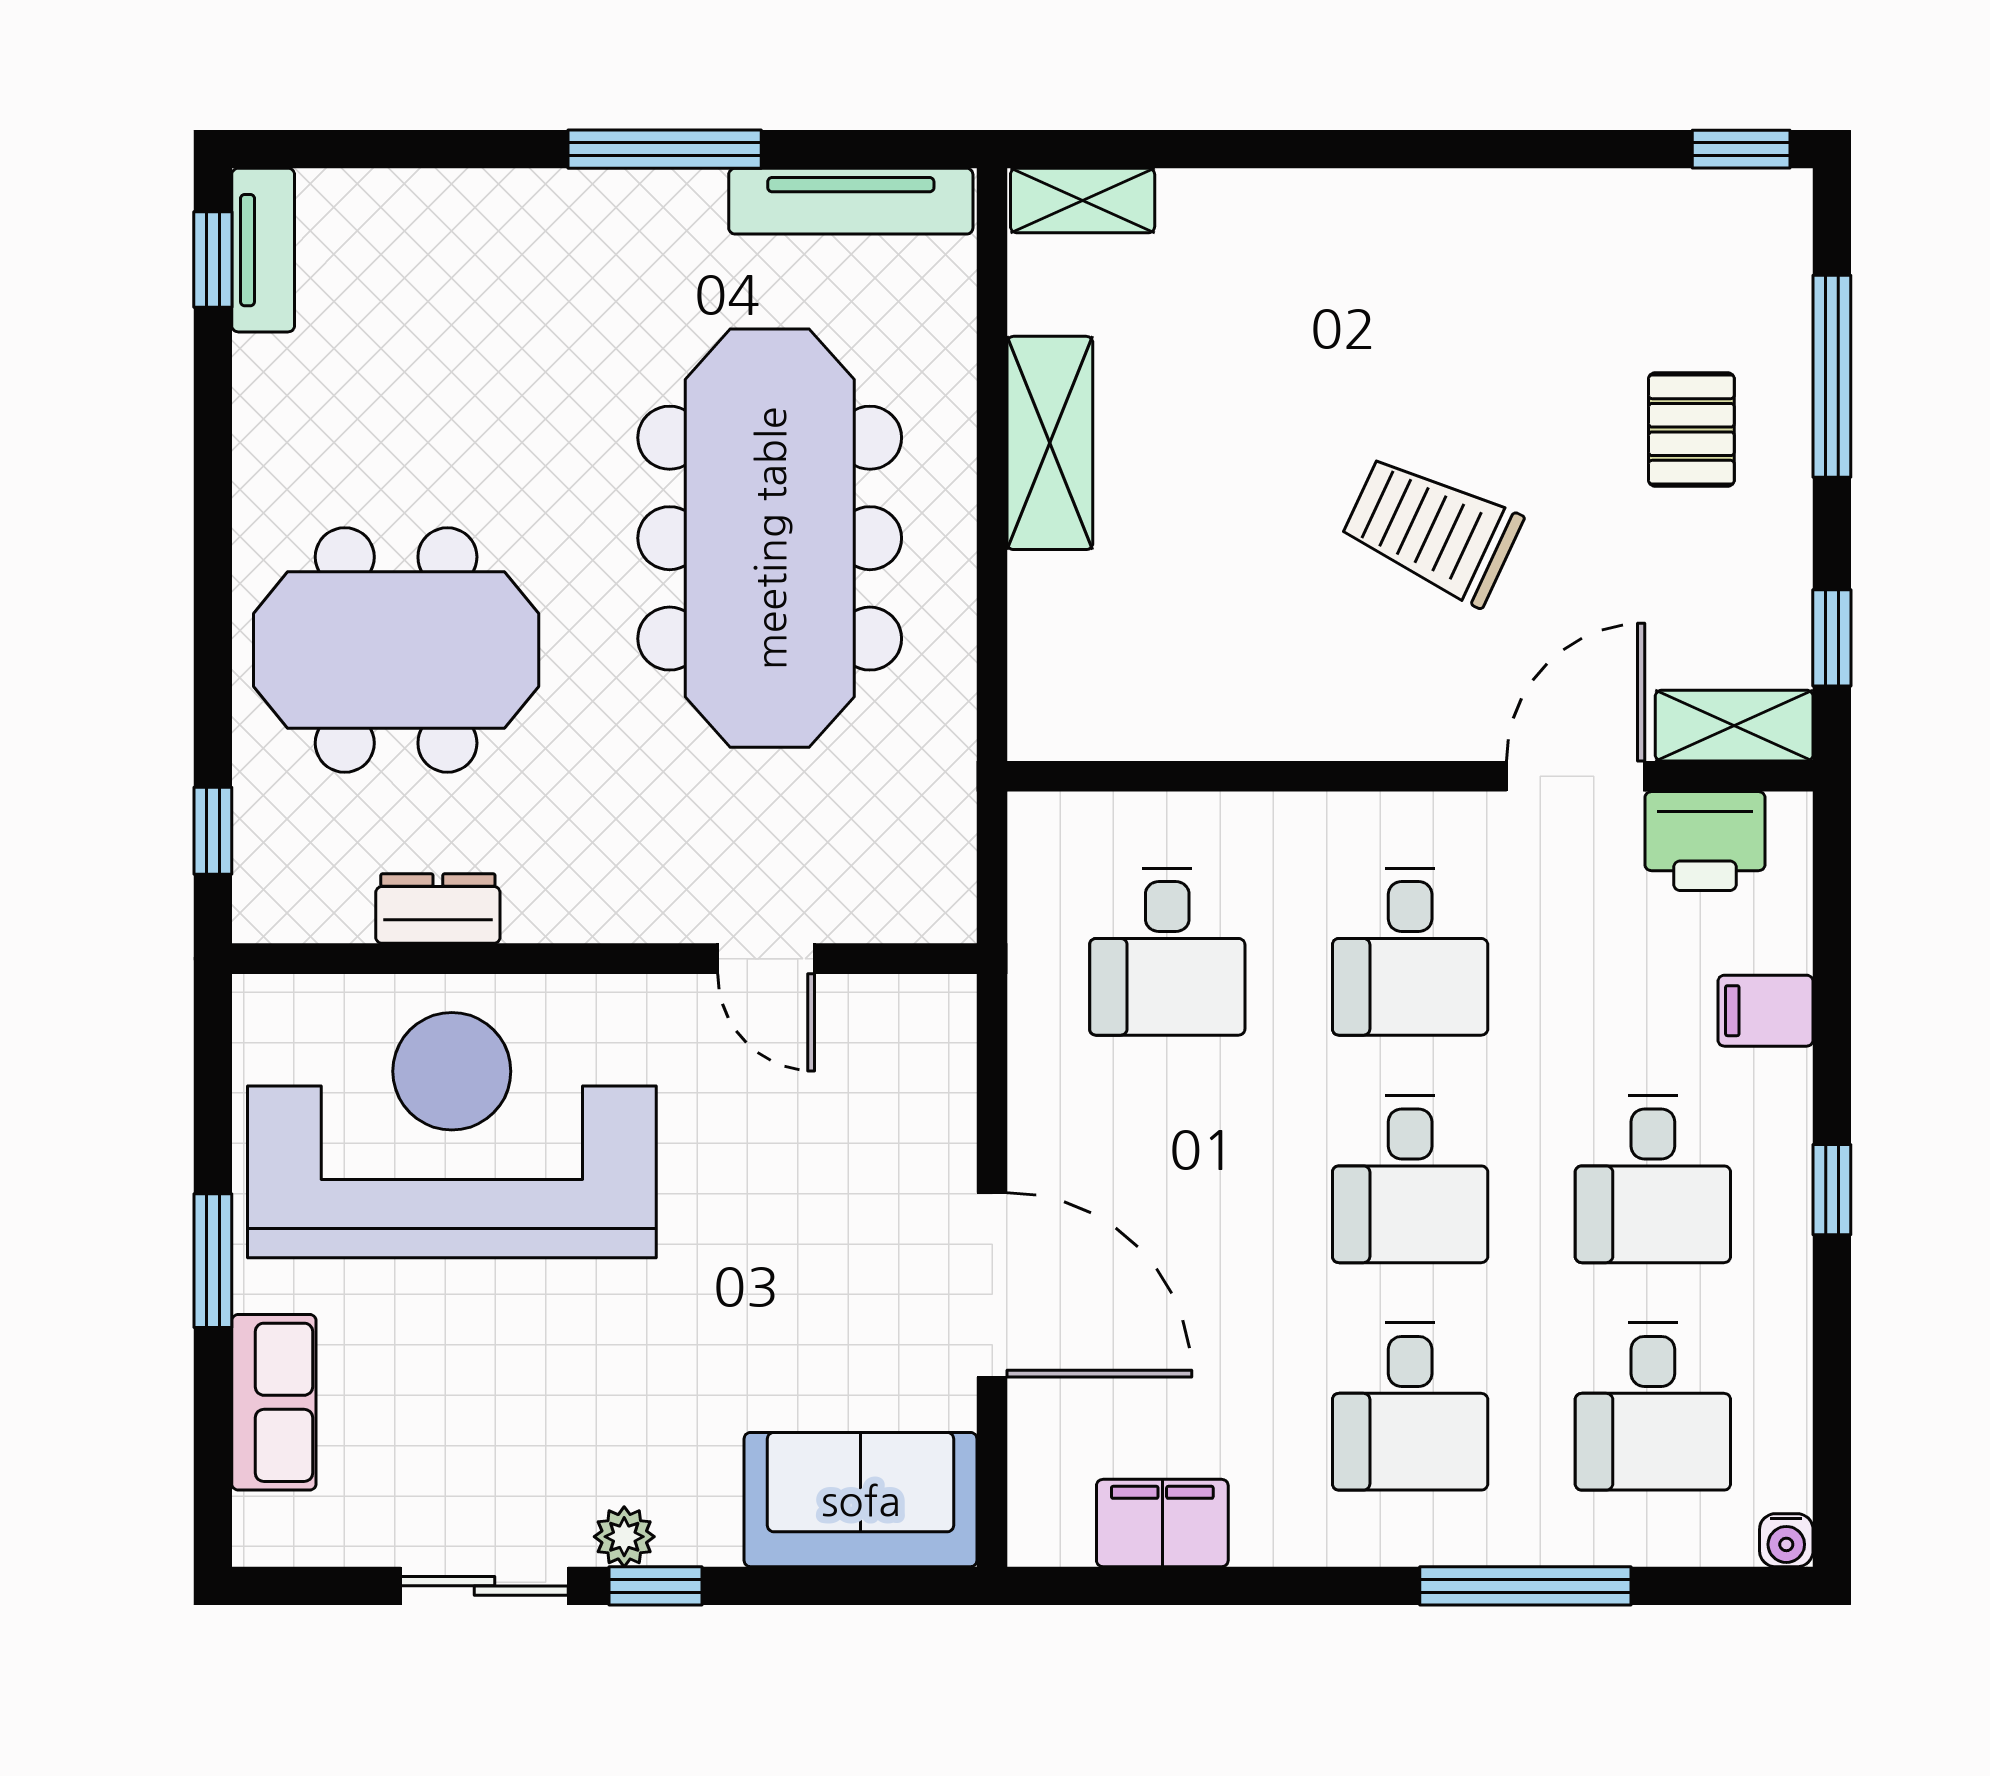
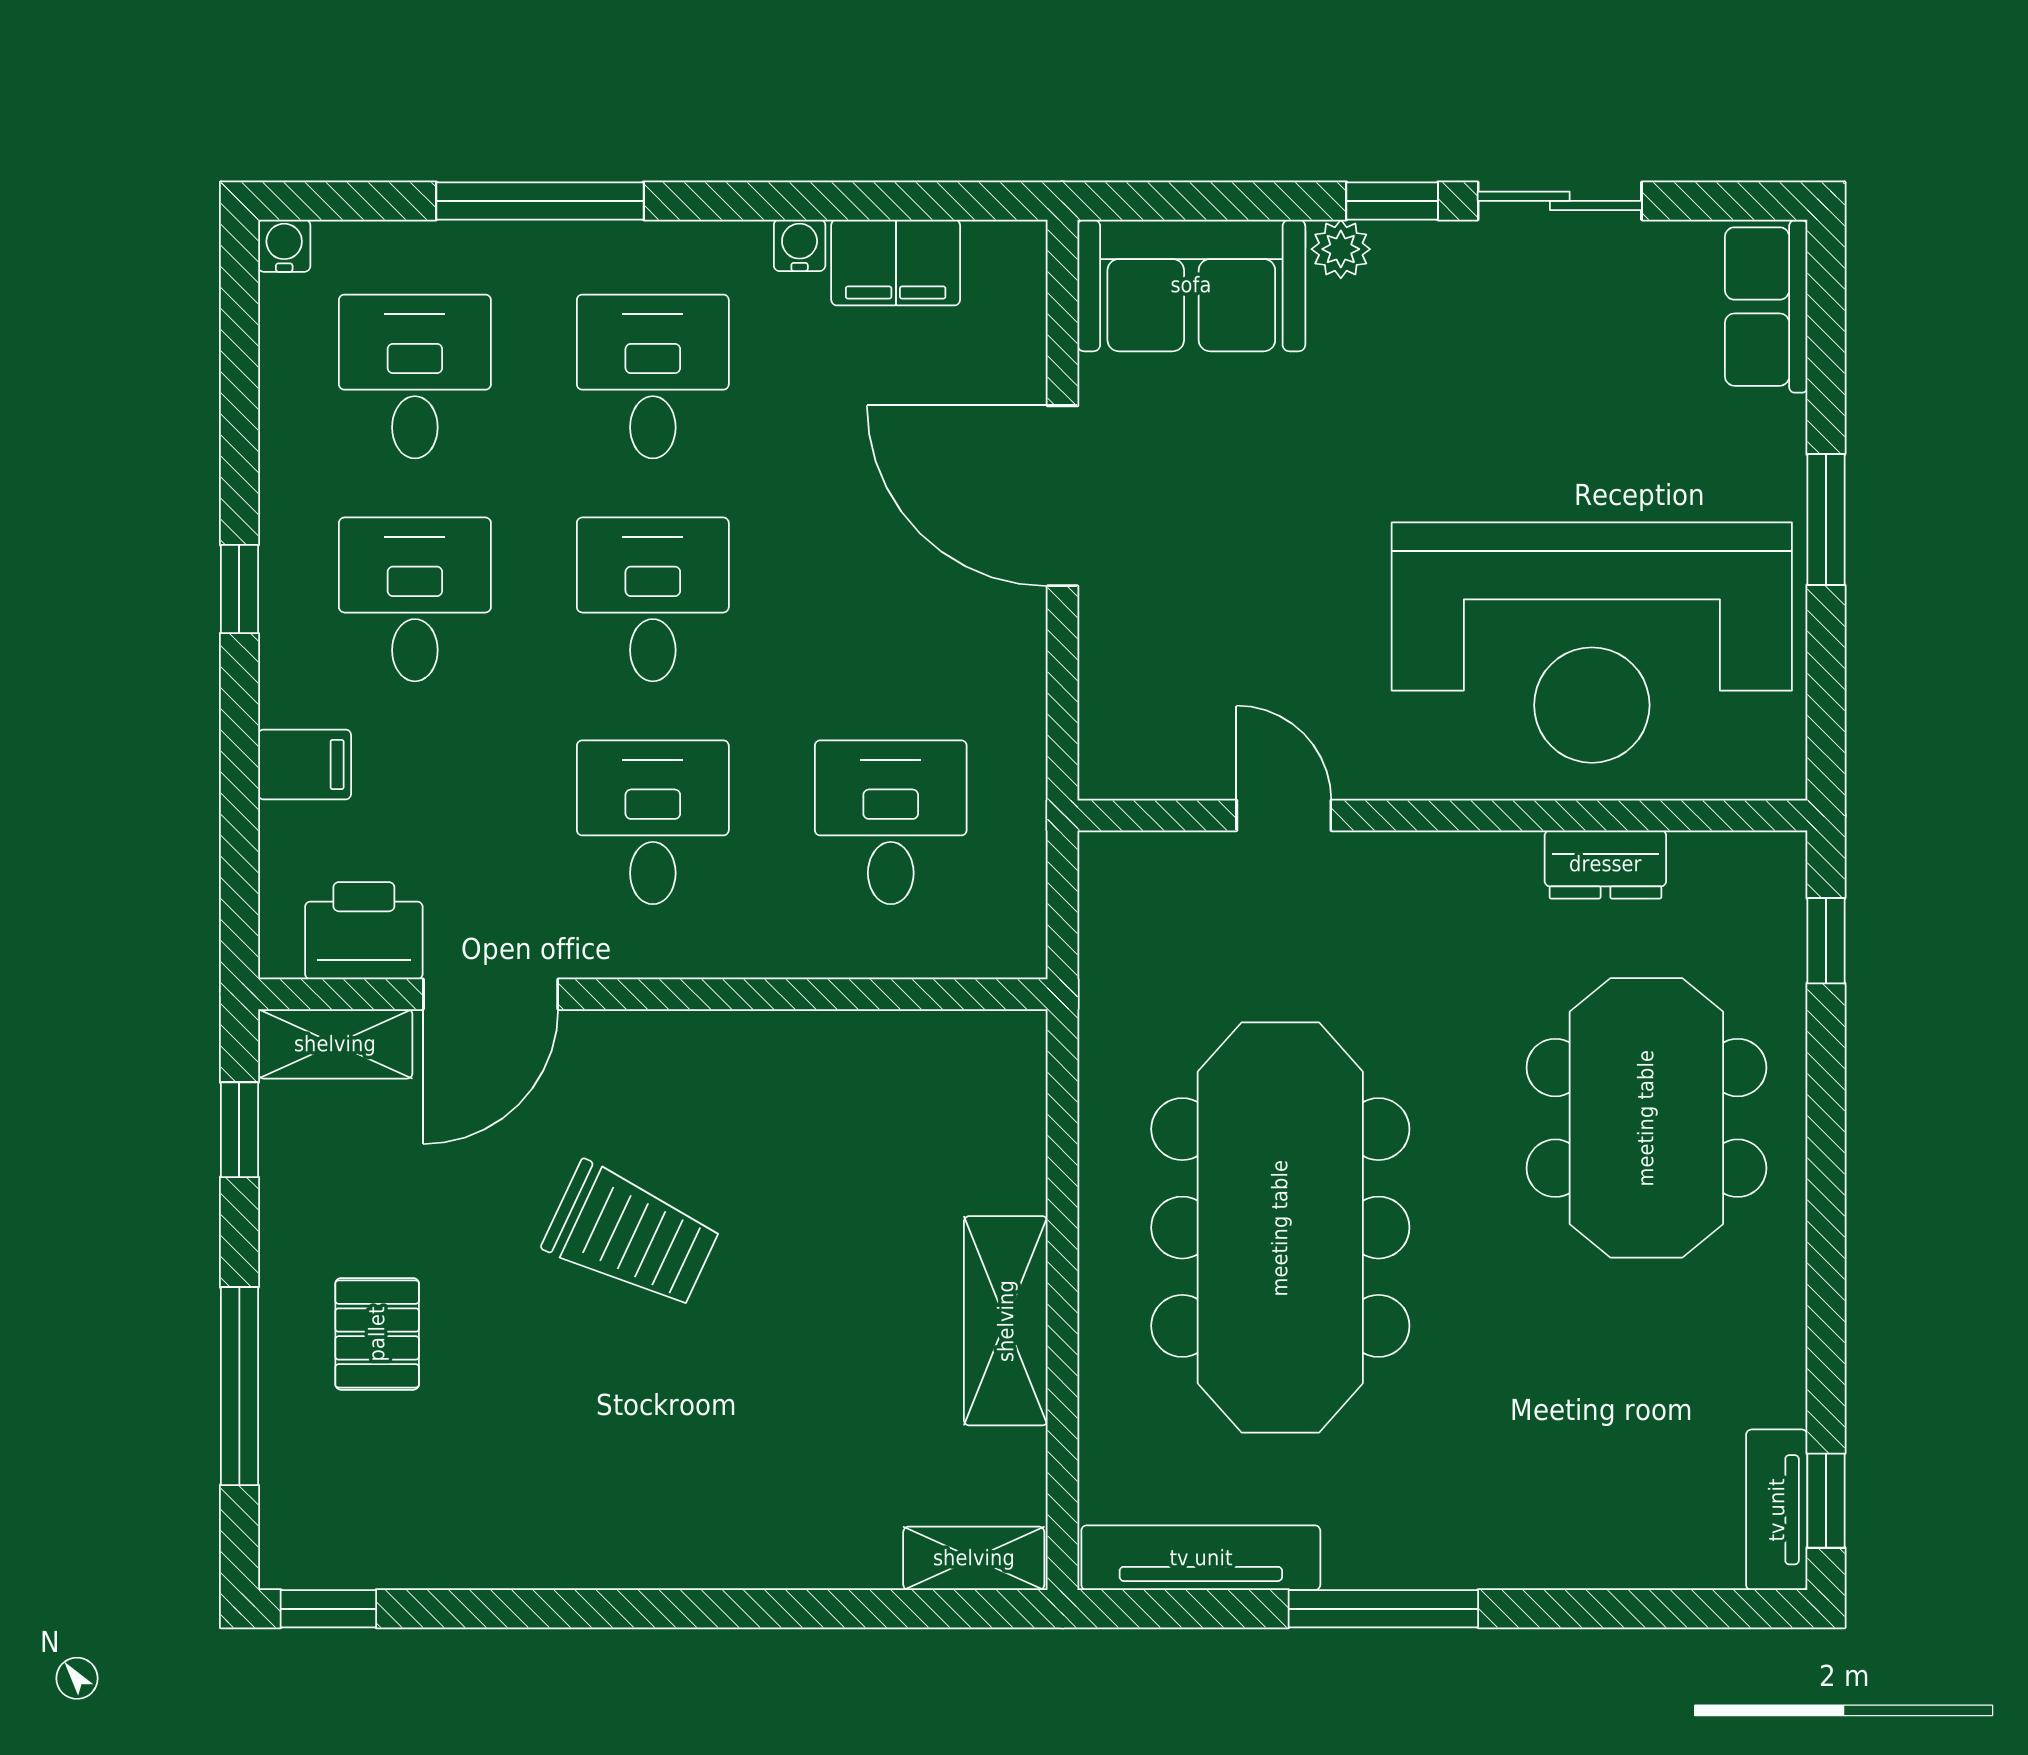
meeting table: (396, 650) -> (1646, 1118), turned 90
row of seats: (274, 1402) -> (1766, 307), moved
plant: (624, 1537) -> (1341, 249), moved
water cooler: (1260, 1541) -> (800, 245), added

